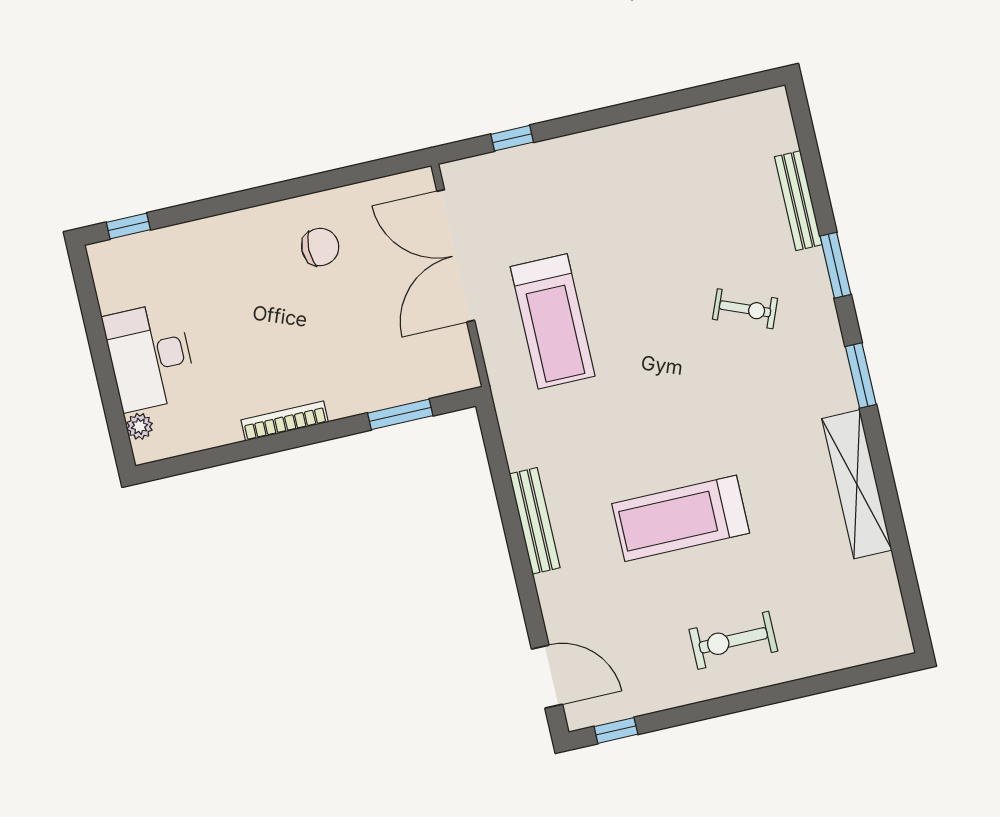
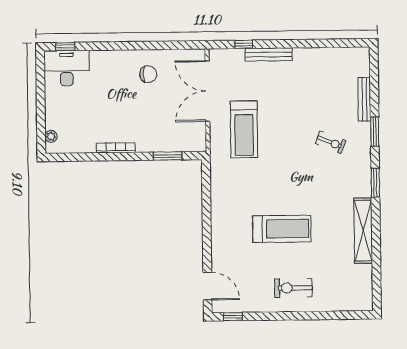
desk: (150, 357) -> (67, 68), moved, turned 90
treadmill: (681, 518) -> (282, 229), turned 180
bench: (535, 521) -> (269, 54), moved, turned 90

